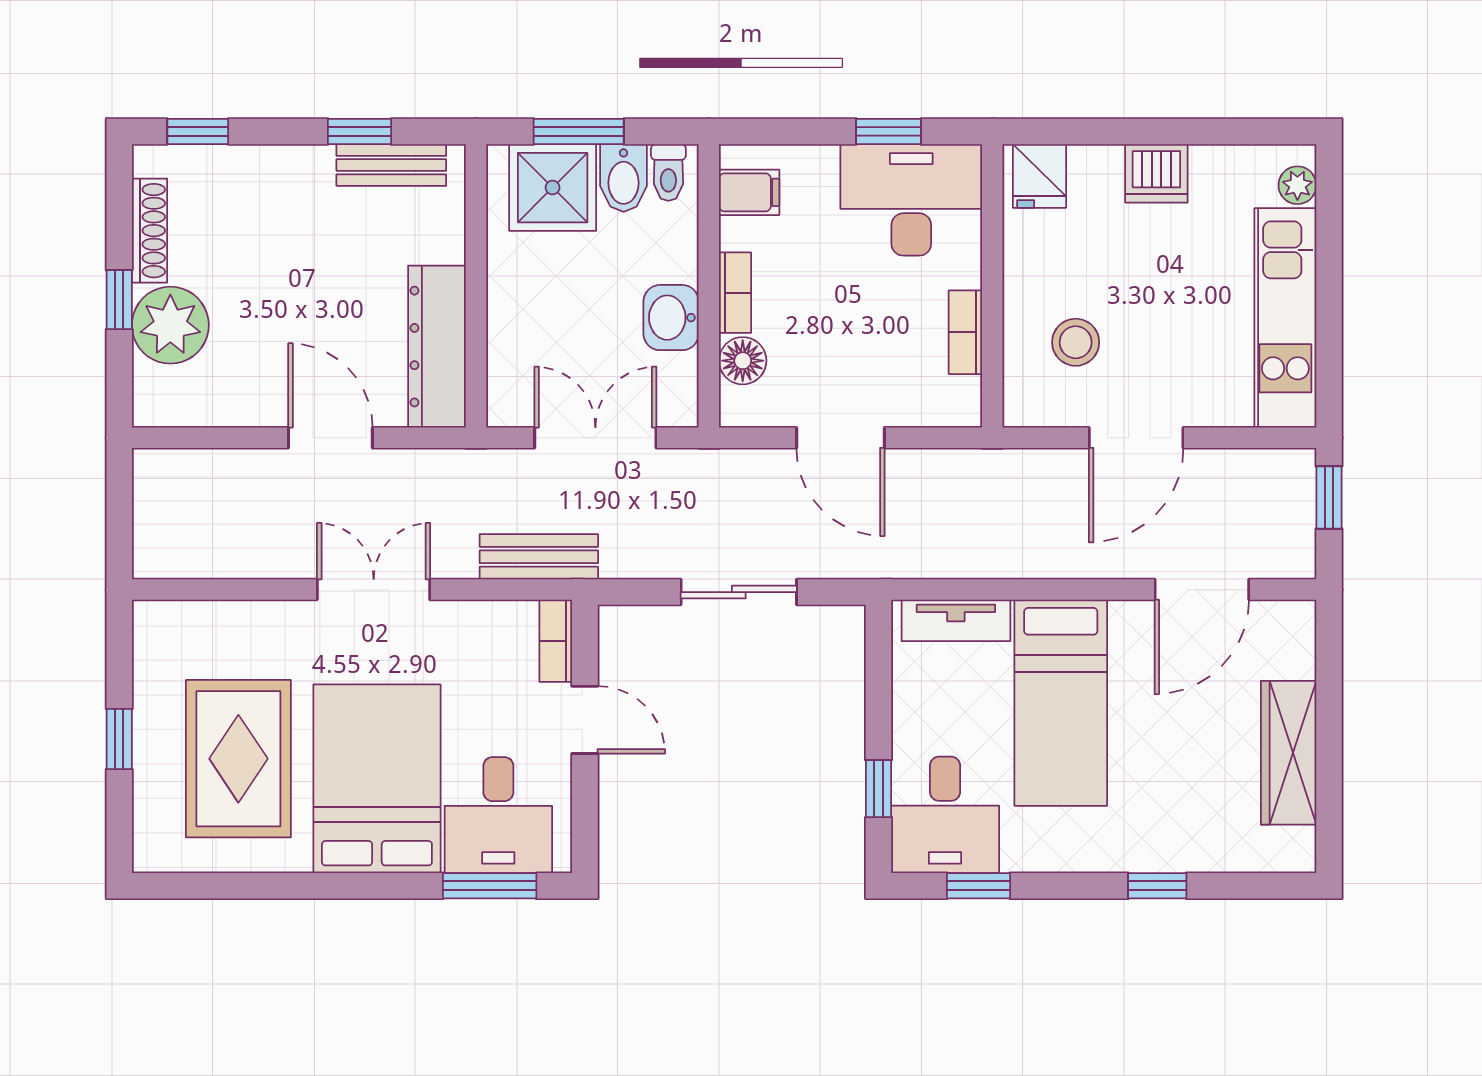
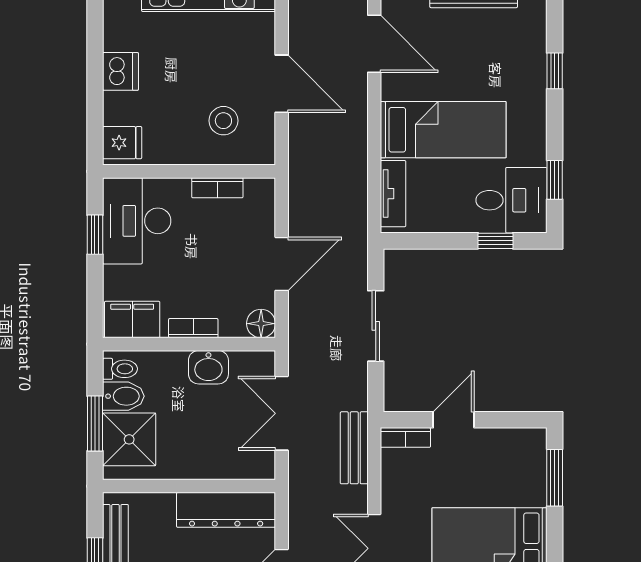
filing cabinet: (749, 192) -> (132, 320), width x2.00
floor lamp: (743, 361) -> (261, 324), moved
desk: (498, 815) -> (512, 472), removed

